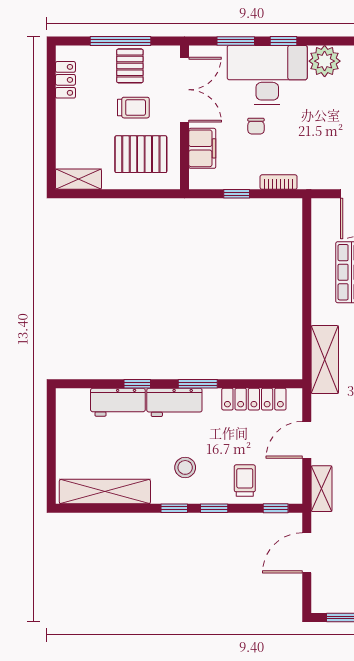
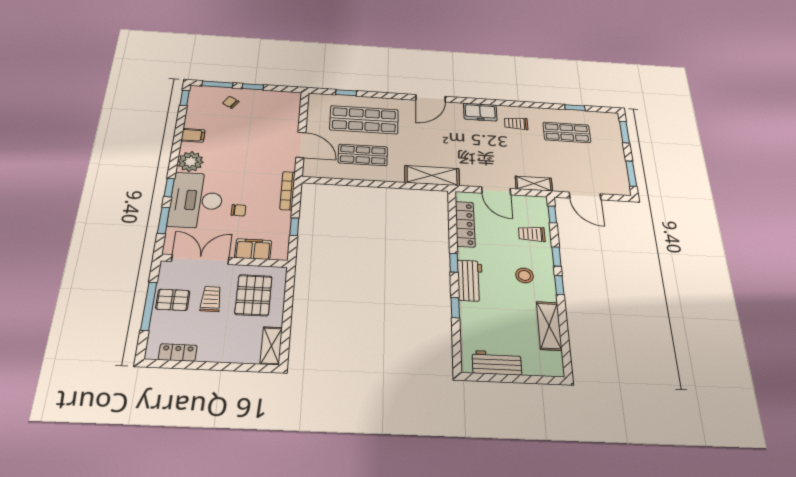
bookcase: (279, 182) -> (287, 191), width x1.56
window: (198, 384) -> (454, 263), width x0.67
workbench: (118, 402) -> (497, 363), moved, turned -90
shelving: (105, 492) -> (549, 326), width x0.68

